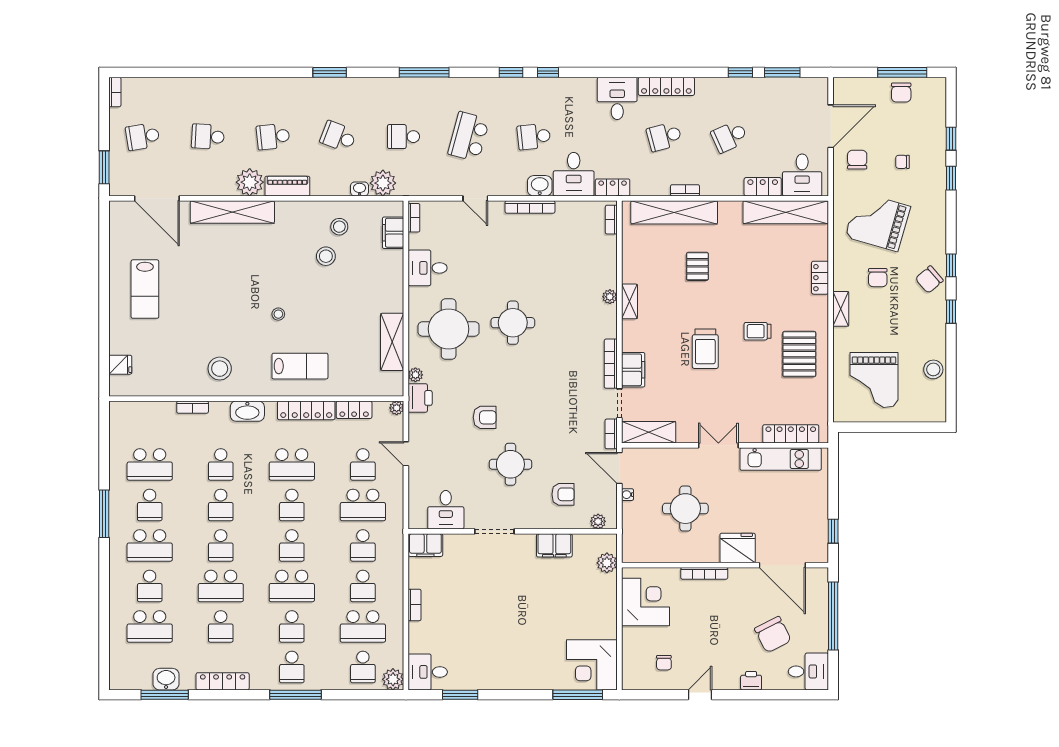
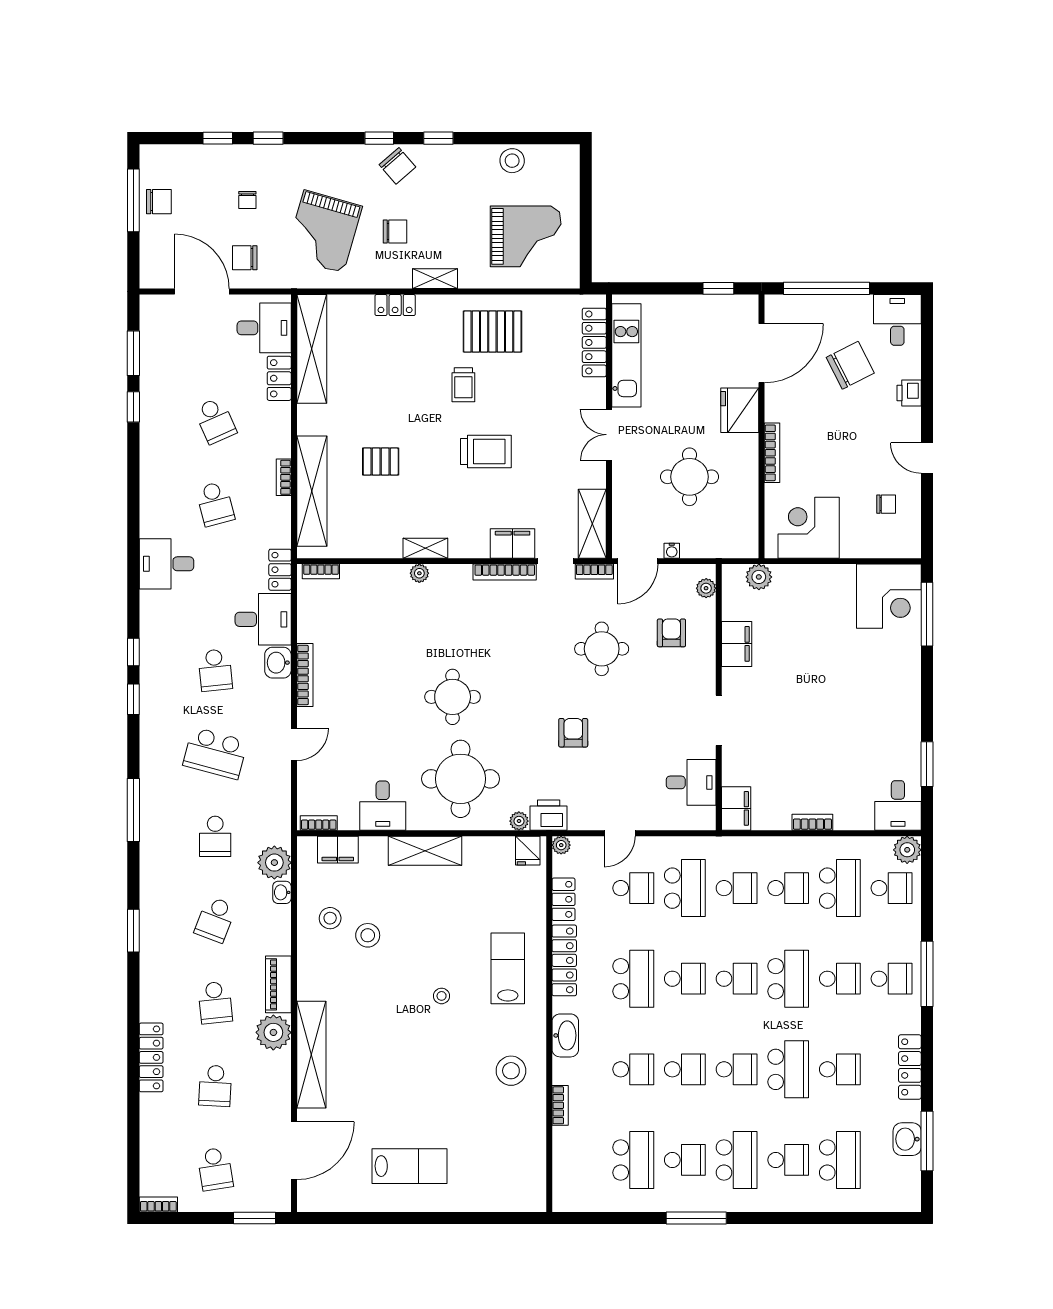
locker: (666, 86) -> (151, 1057), moved
shelving: (392, 342) -> (425, 851), moved
fridge: (120, 365) -> (528, 851), moved, turned 180
round table: (510, 464) -> (602, 649), moved

